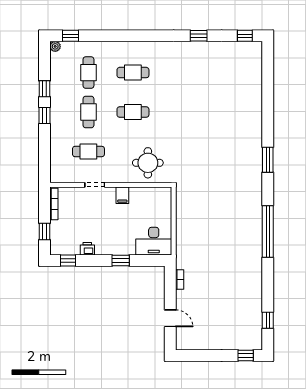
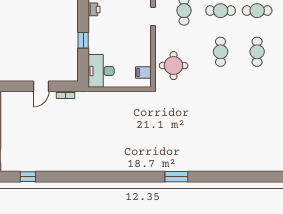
filing cabinet: (122, 195) -> (143, 73), moved
window: (268, 231) -> (110, 177), removed
door: (170, 318) -> (41, 86), moved

